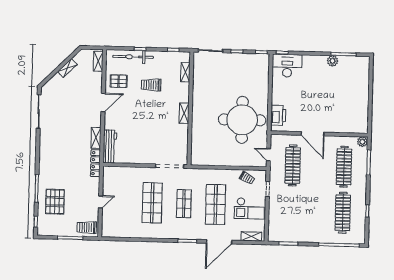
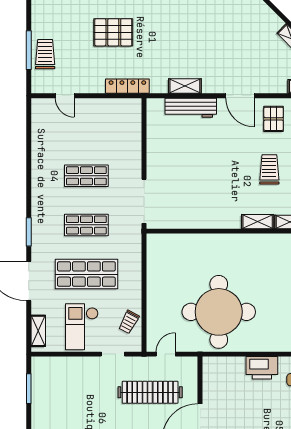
shelving: (184, 113) -> (258, 222), moved
printer: (278, 115) -> (262, 368), moved
workbench: (110, 146) -> (191, 108), moved
locker: (95, 163) -> (127, 86), moved
pallet: (55, 202) -> (113, 32), moved
door: (101, 202) -> (65, 96), moved
shop shelf: (152, 203) -> (86, 176), width x0.70, depth x0.74
trolley: (87, 227) -> (45, 54), moved

